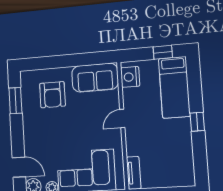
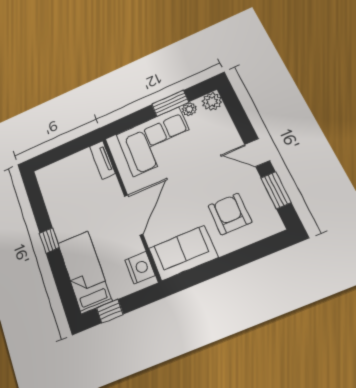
door: (122, 119) -> (134, 215), width x1.88
door: (19, 167) -> (257, 153), moved

